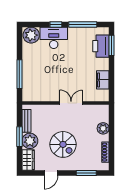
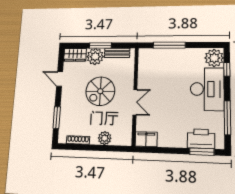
window: (56, 24) -> (227, 69), moved
desk: (54, 38) -> (207, 89), width x1.36, depth x1.30
filing cabinet: (103, 80) -> (146, 139), moved
spiral stairs: (63, 144) -> (100, 91), moved

